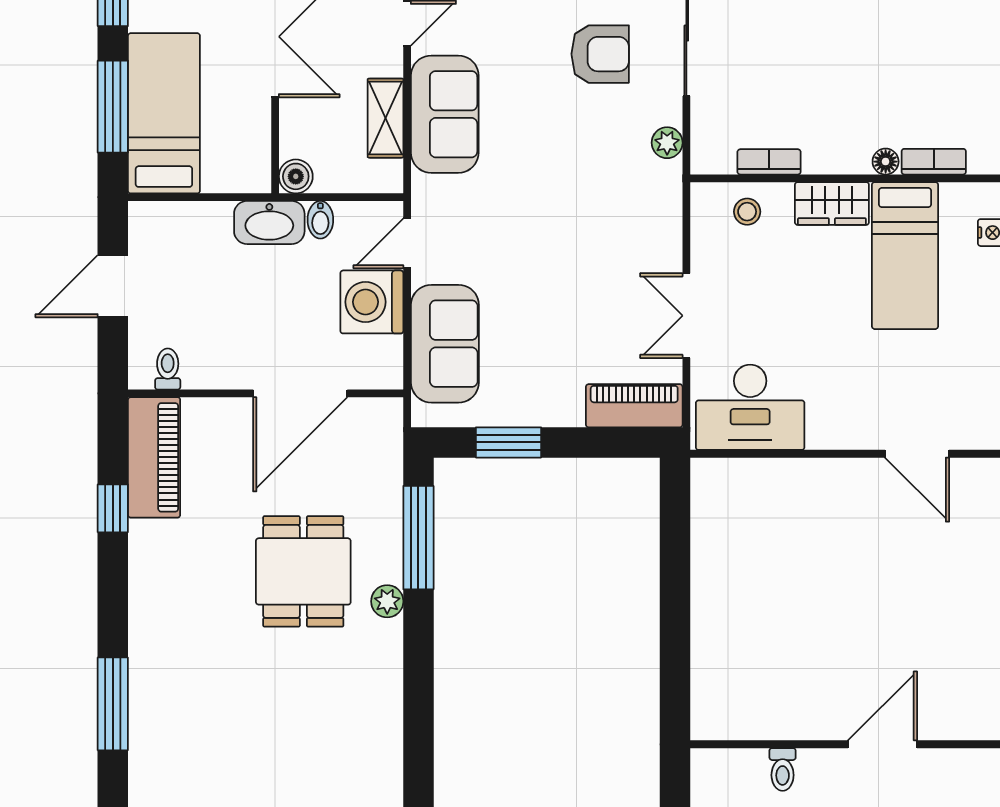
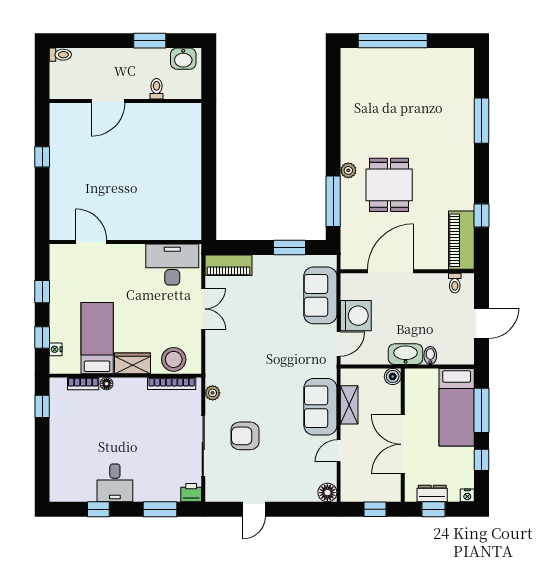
bookcase: (769, 162) -> (172, 384), width x1.56
stool: (747, 212) -> (174, 359), width x1.89, depth x1.89
bidet: (320, 220) -> (430, 355), moved

